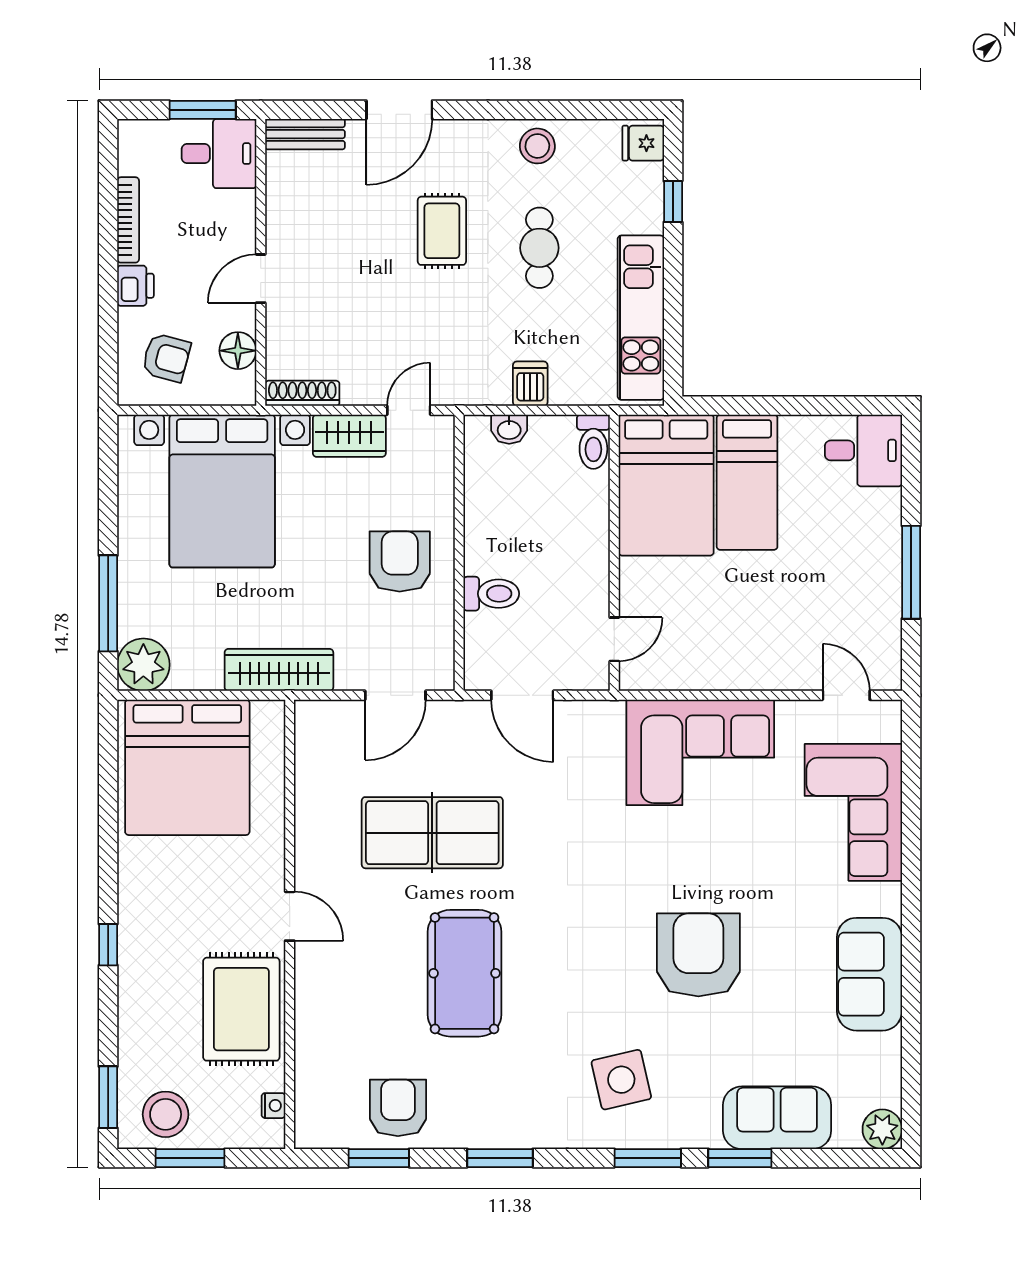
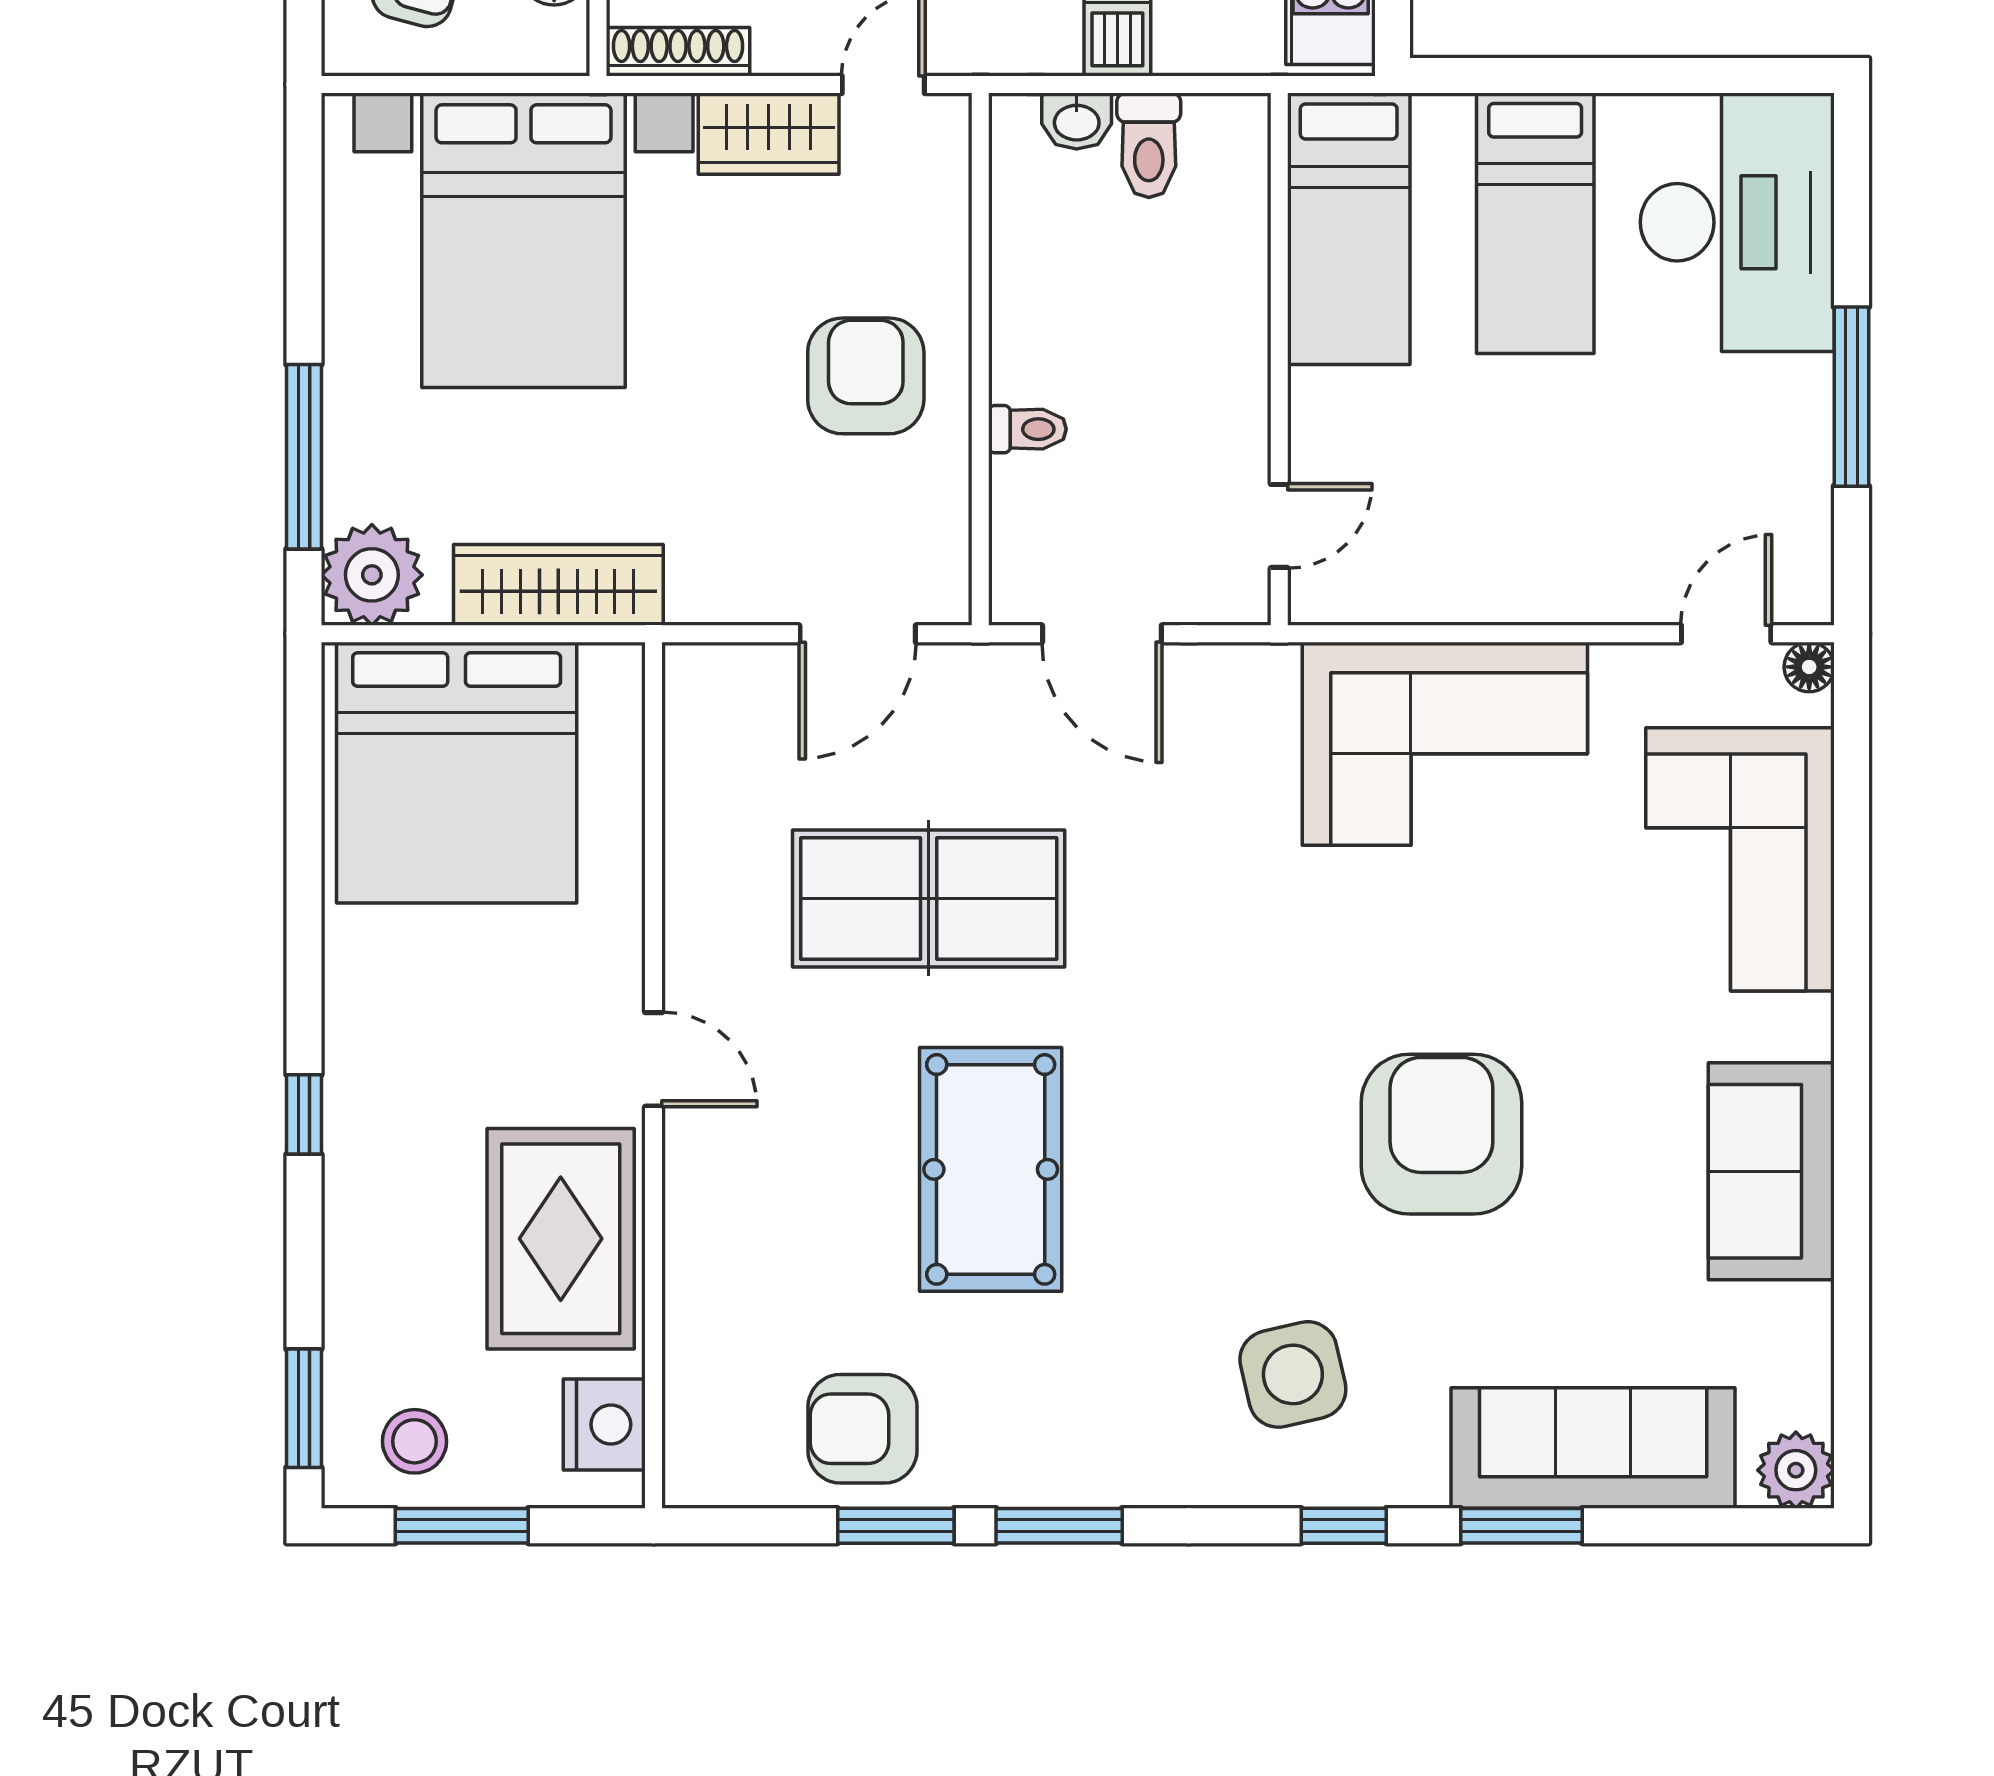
toilet: (593, 442) -> (1149, 145), moved
desk: (863, 450) -> (1737, 222), width x1.87, depth x1.30
bed: (666, 485) -> (1349, 229), width x0.67
toilet: (491, 594) -> (1027, 429), width x0.73, depth x0.72
wardrobe: (279, 670) -> (558, 585), moved
door: (846, 695) -> (1726, 634), hinge flipped
floor lamp: (889, 713) -> (1809, 667), added
nightstand: (273, 1106) -> (604, 1424), width x1.89, depth x1.79
armchair: (398, 1108) -> (863, 1429), turned -90
stool: (166, 1114) -> (415, 1441), width x0.73, depth x0.73
sofa: (777, 1118) -> (1593, 1448), width x1.36
window: (379, 1158) -> (896, 1526), moved
window: (648, 1158) -> (1344, 1526), width x0.67

